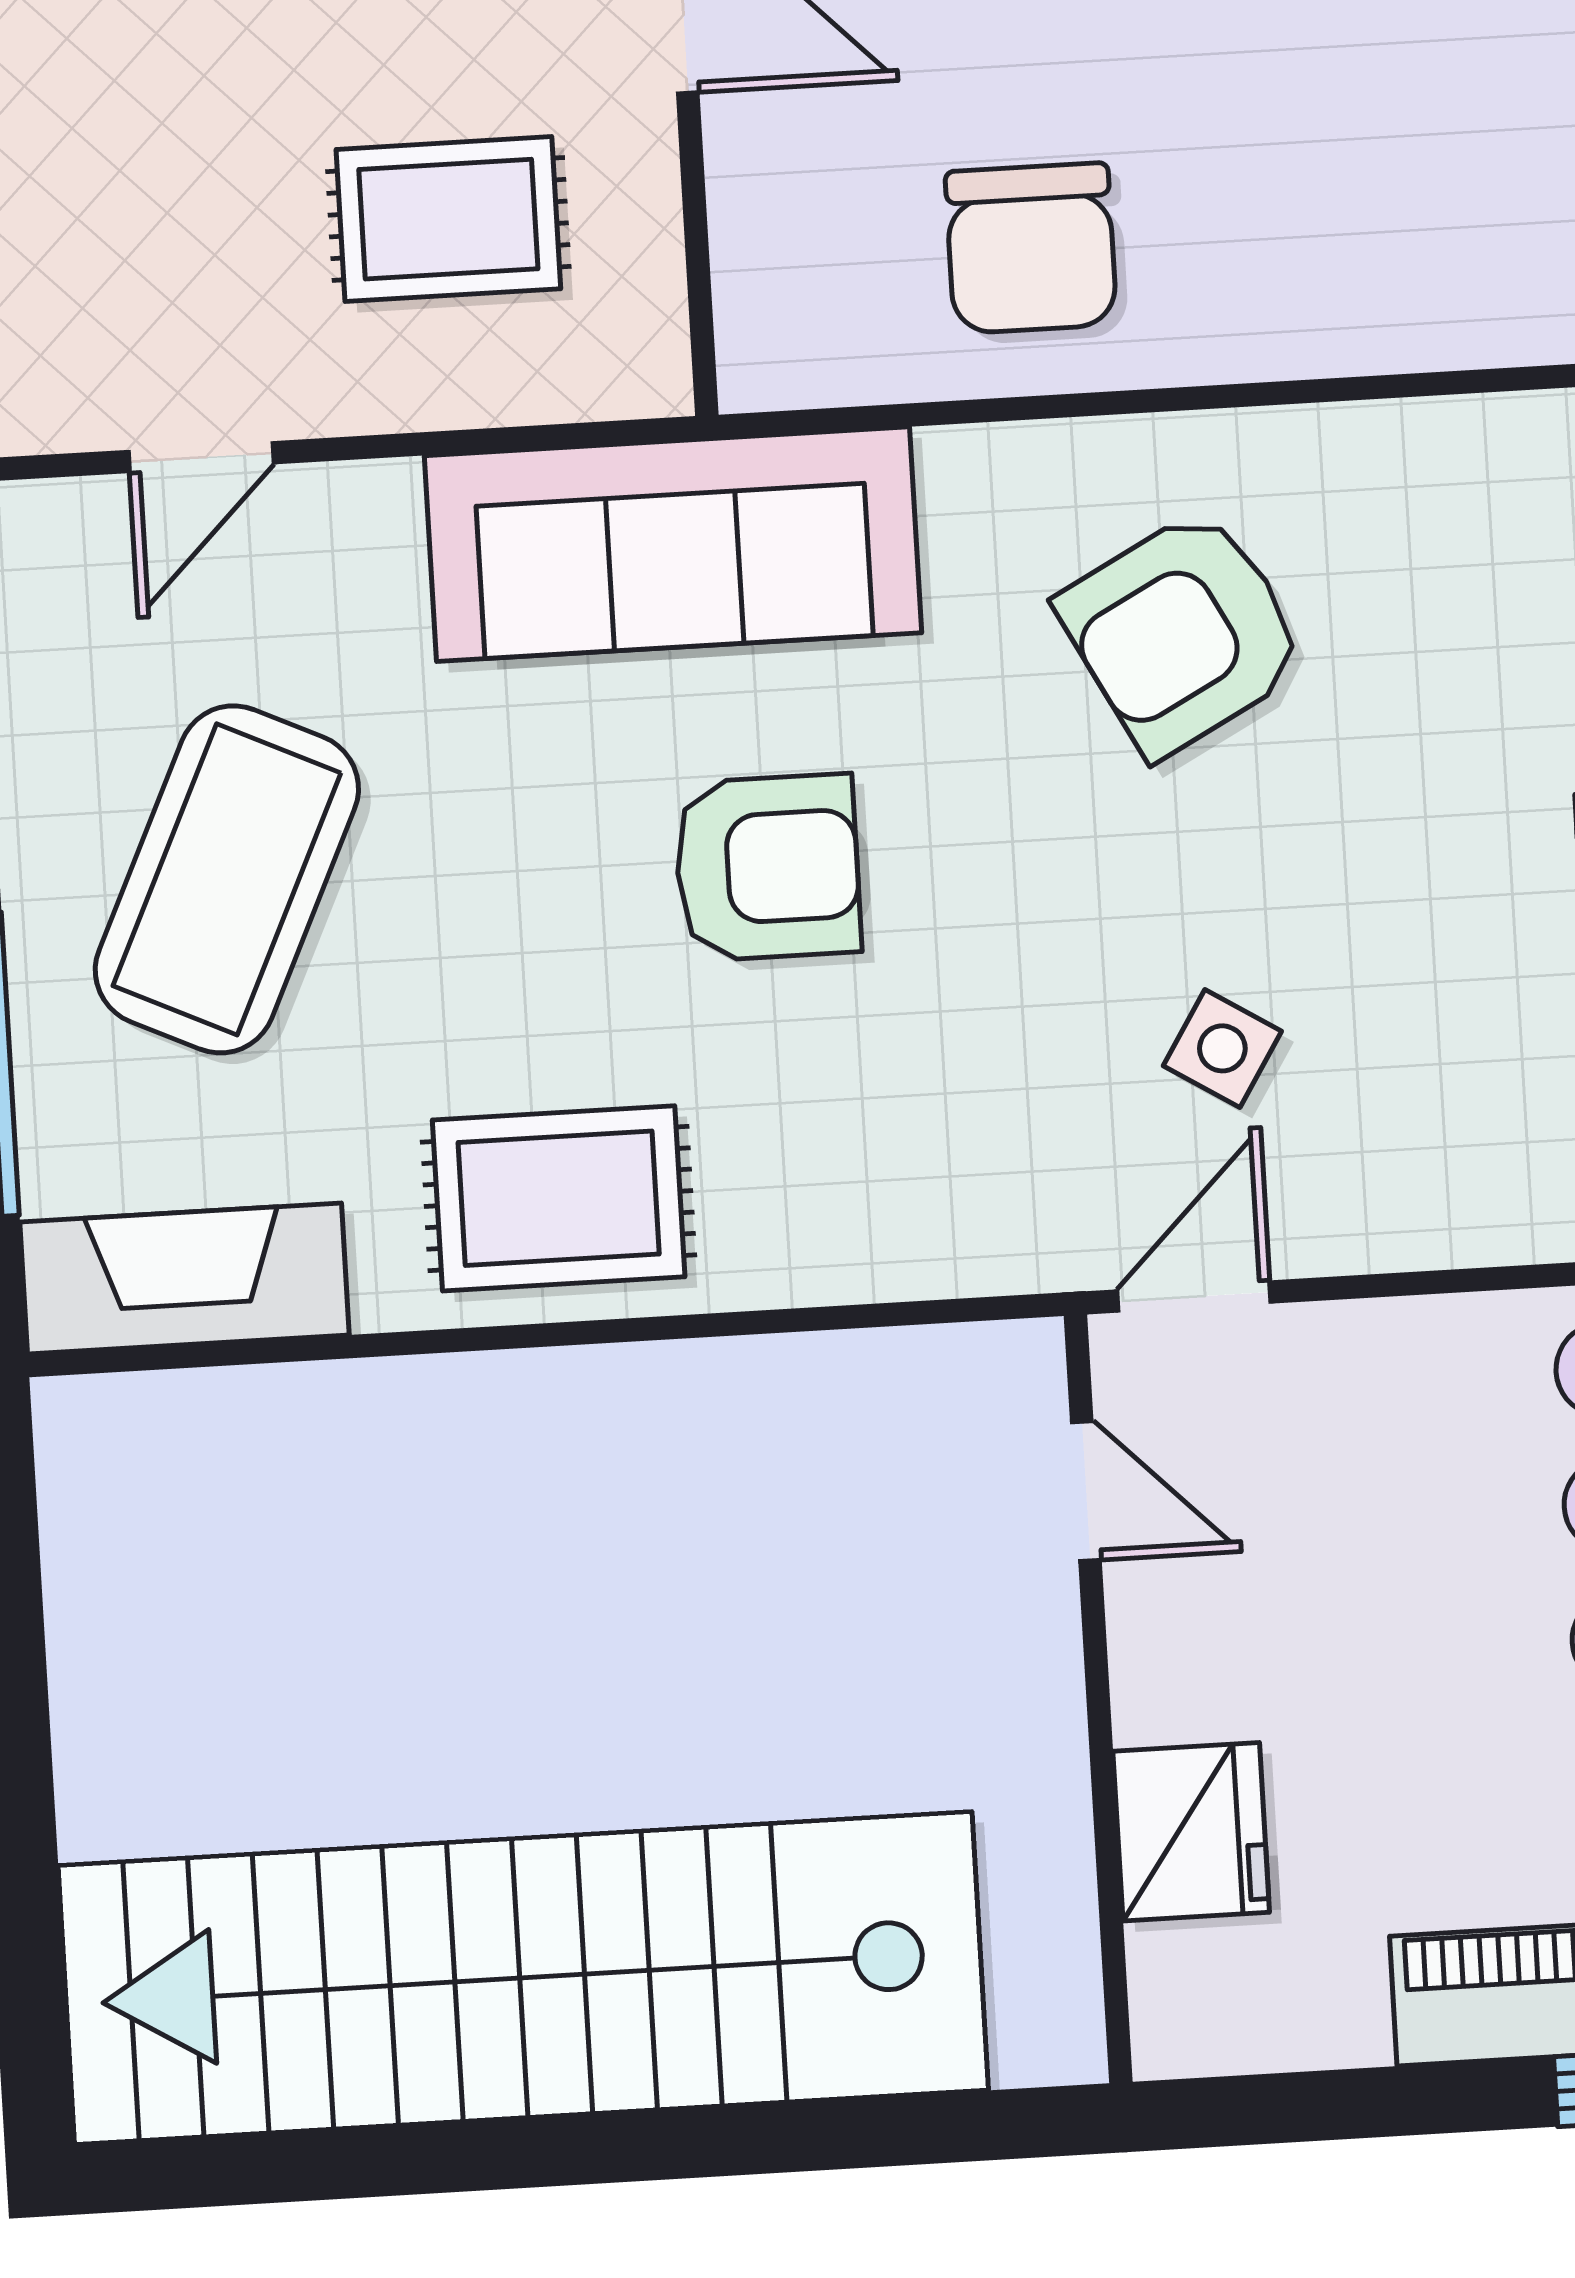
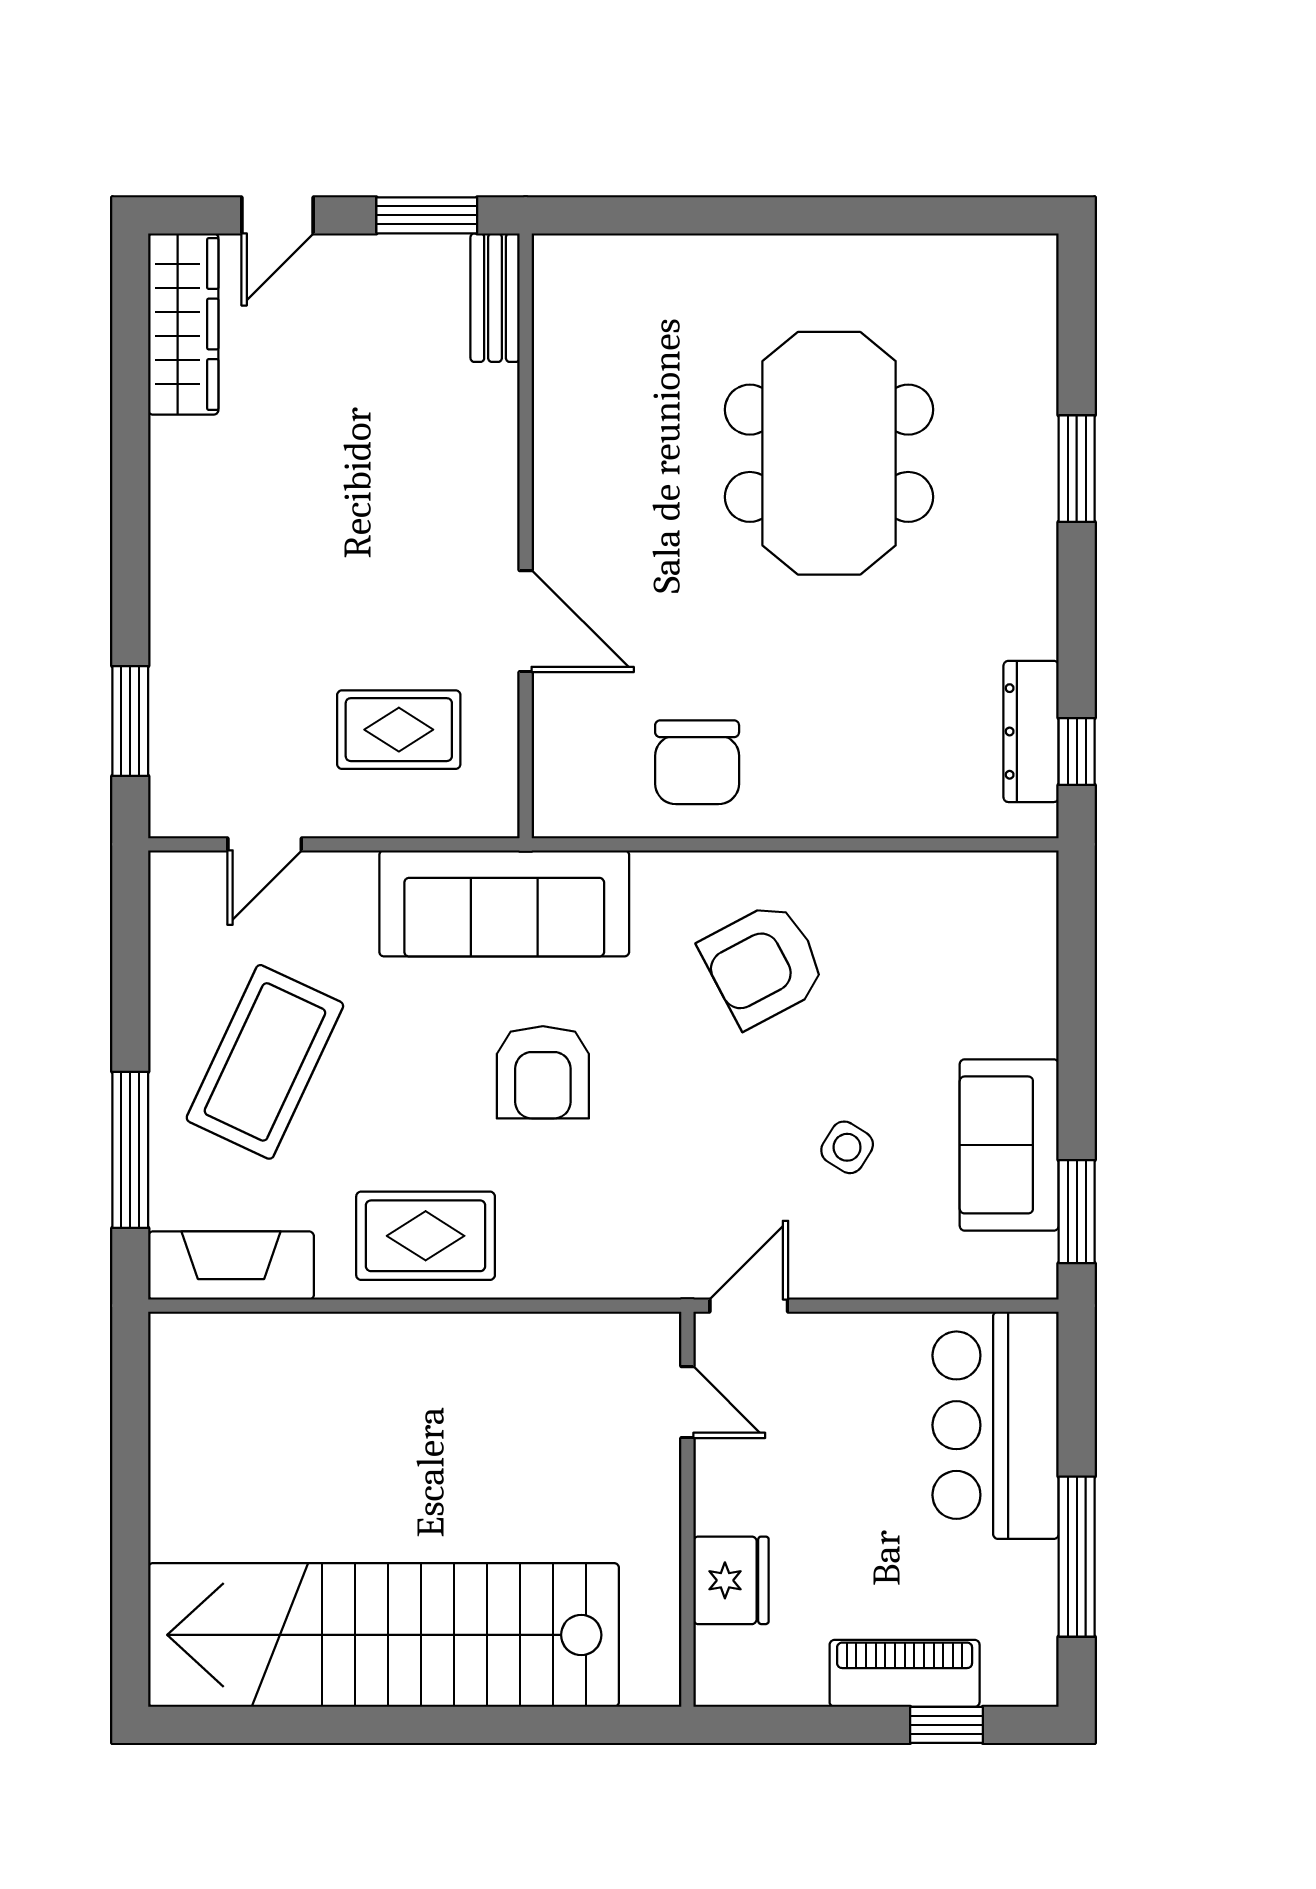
armchair: (767, 868) -> (543, 1072), turned 90
side table: (1222, 1048) -> (847, 1147), moved

